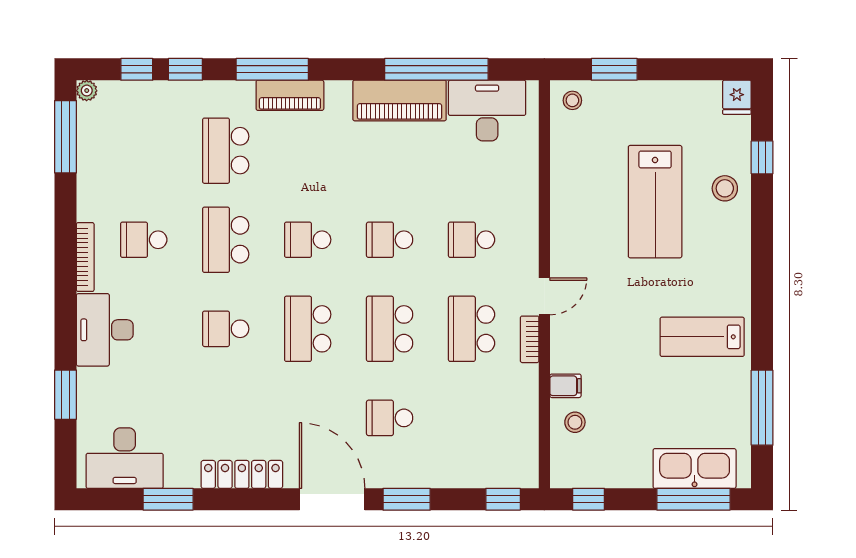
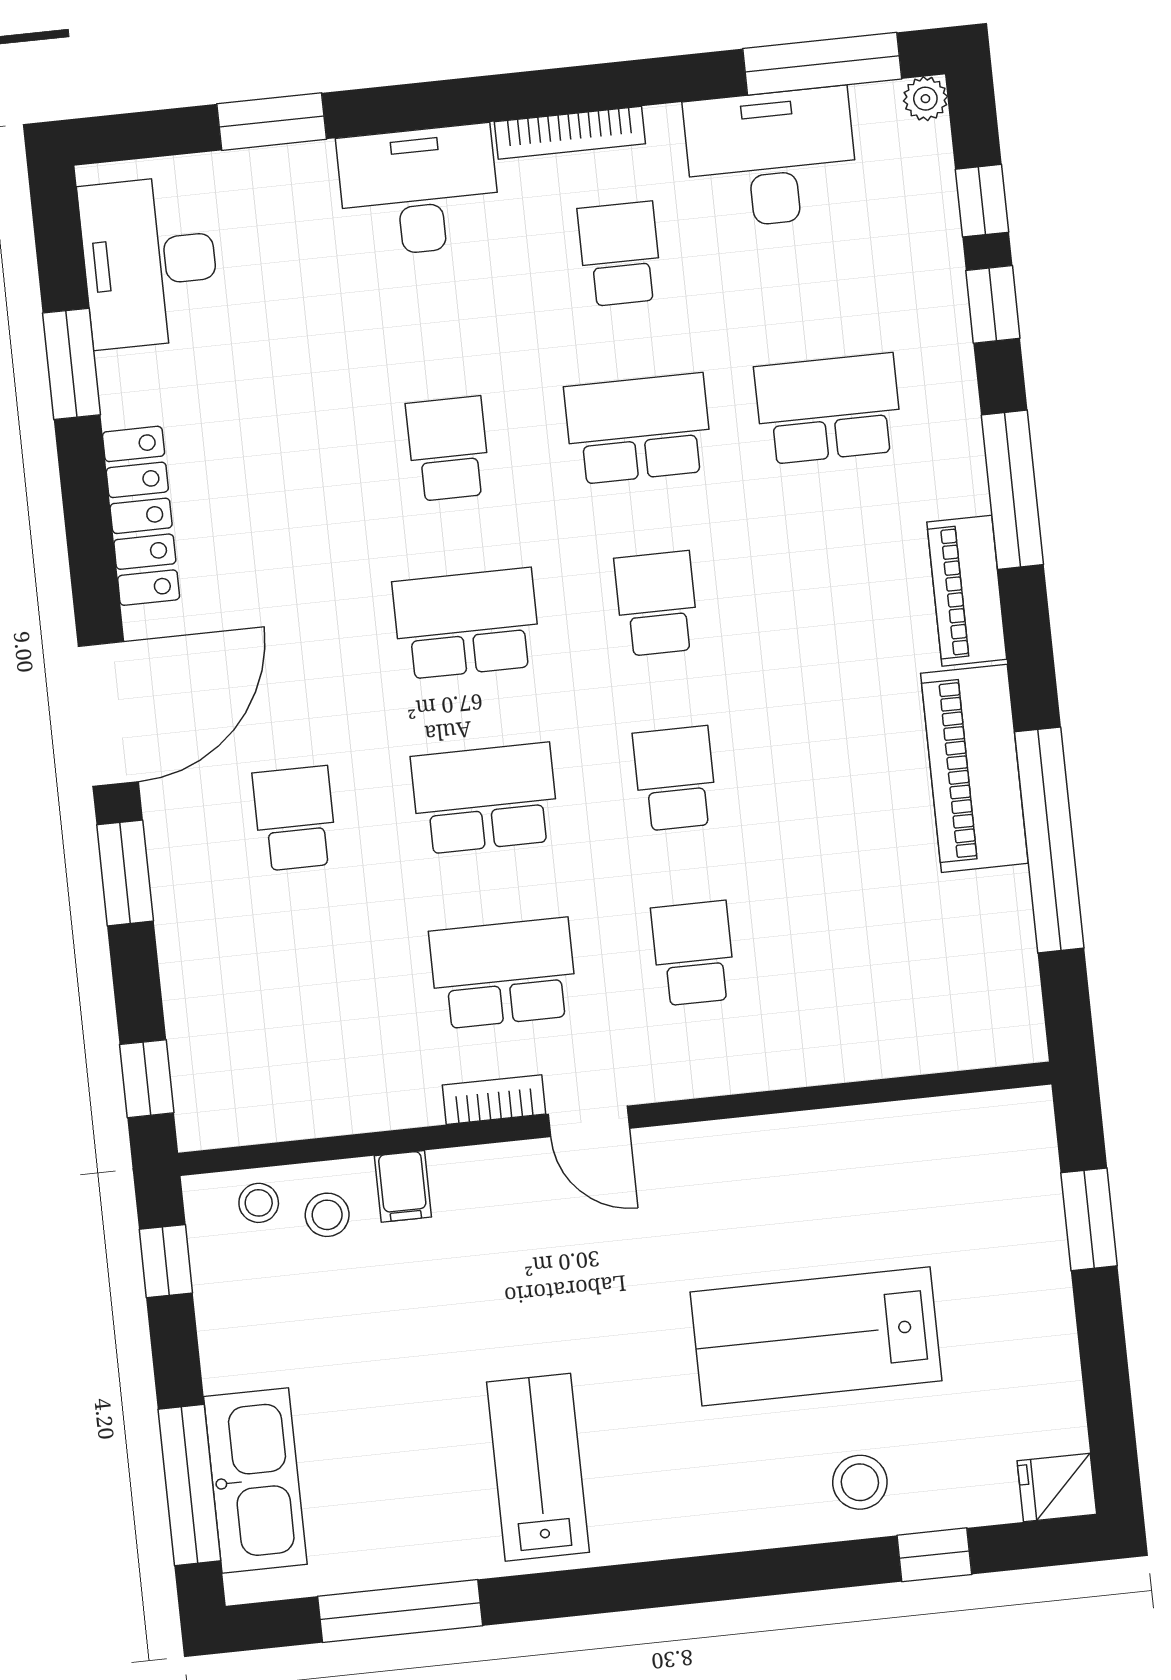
piano: (290, 95) -> (967, 591), moved
stool: (572, 100) -> (259, 1203), moved
desk: (487, 111) -> (771, 158), moved, turned -90

